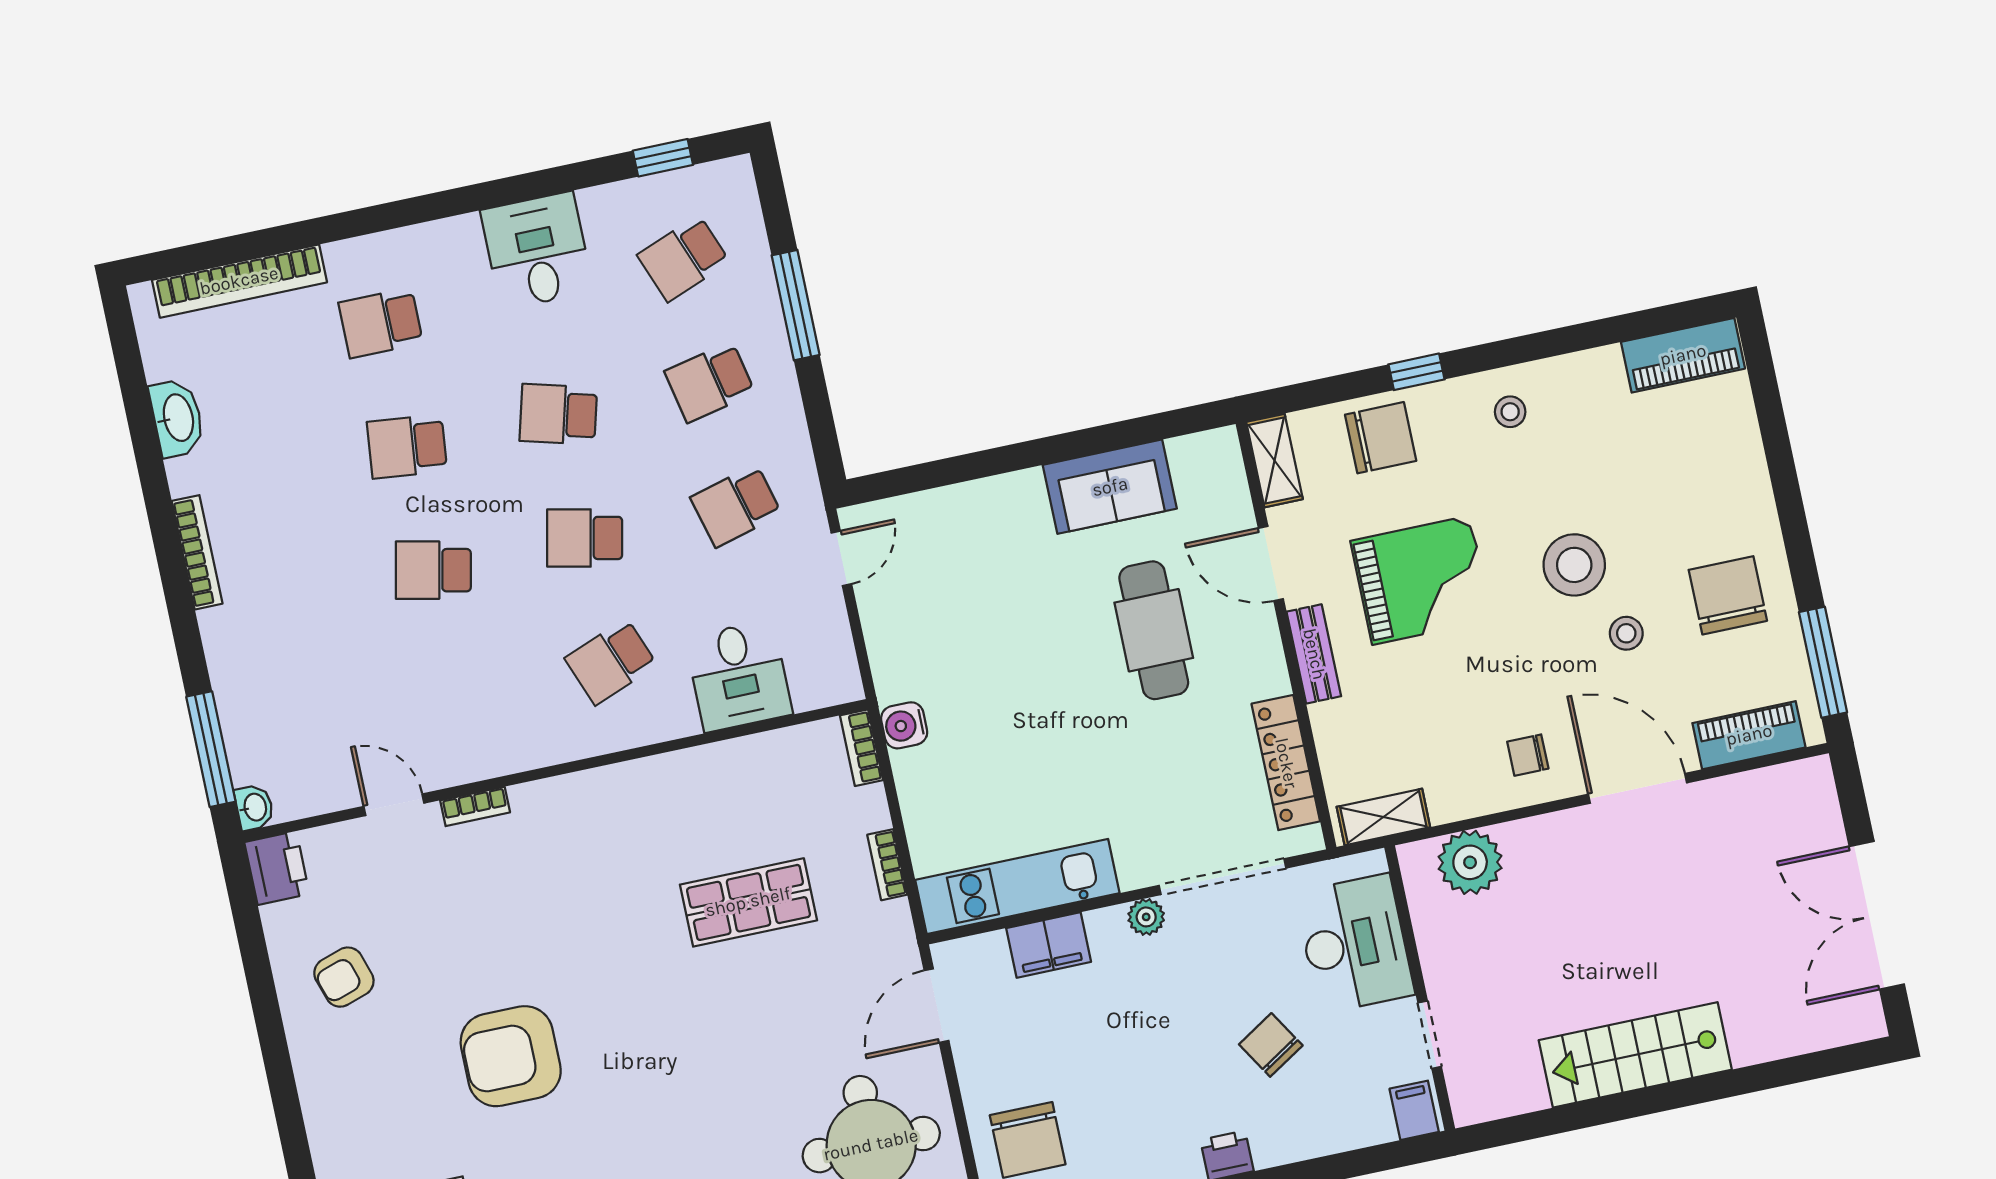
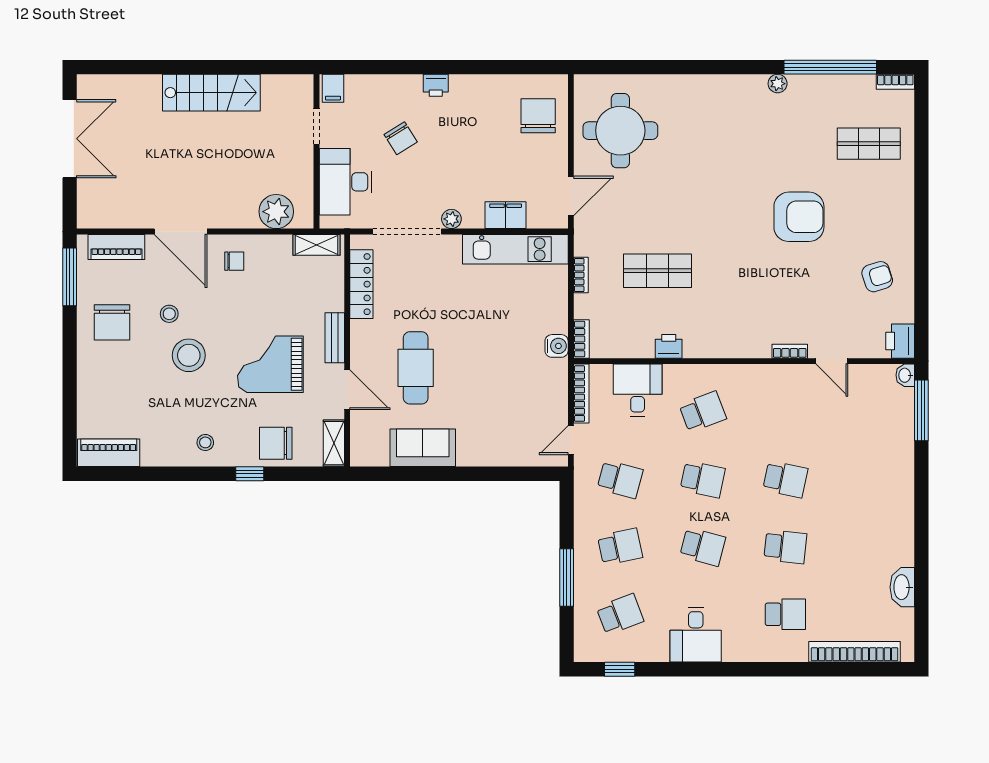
school desk: (736, 506) -> (620, 479), turned 30
bookcase: (197, 552) -> (581, 394), moved, turned 180
printer: (699, 768) -> (669, 346), added

